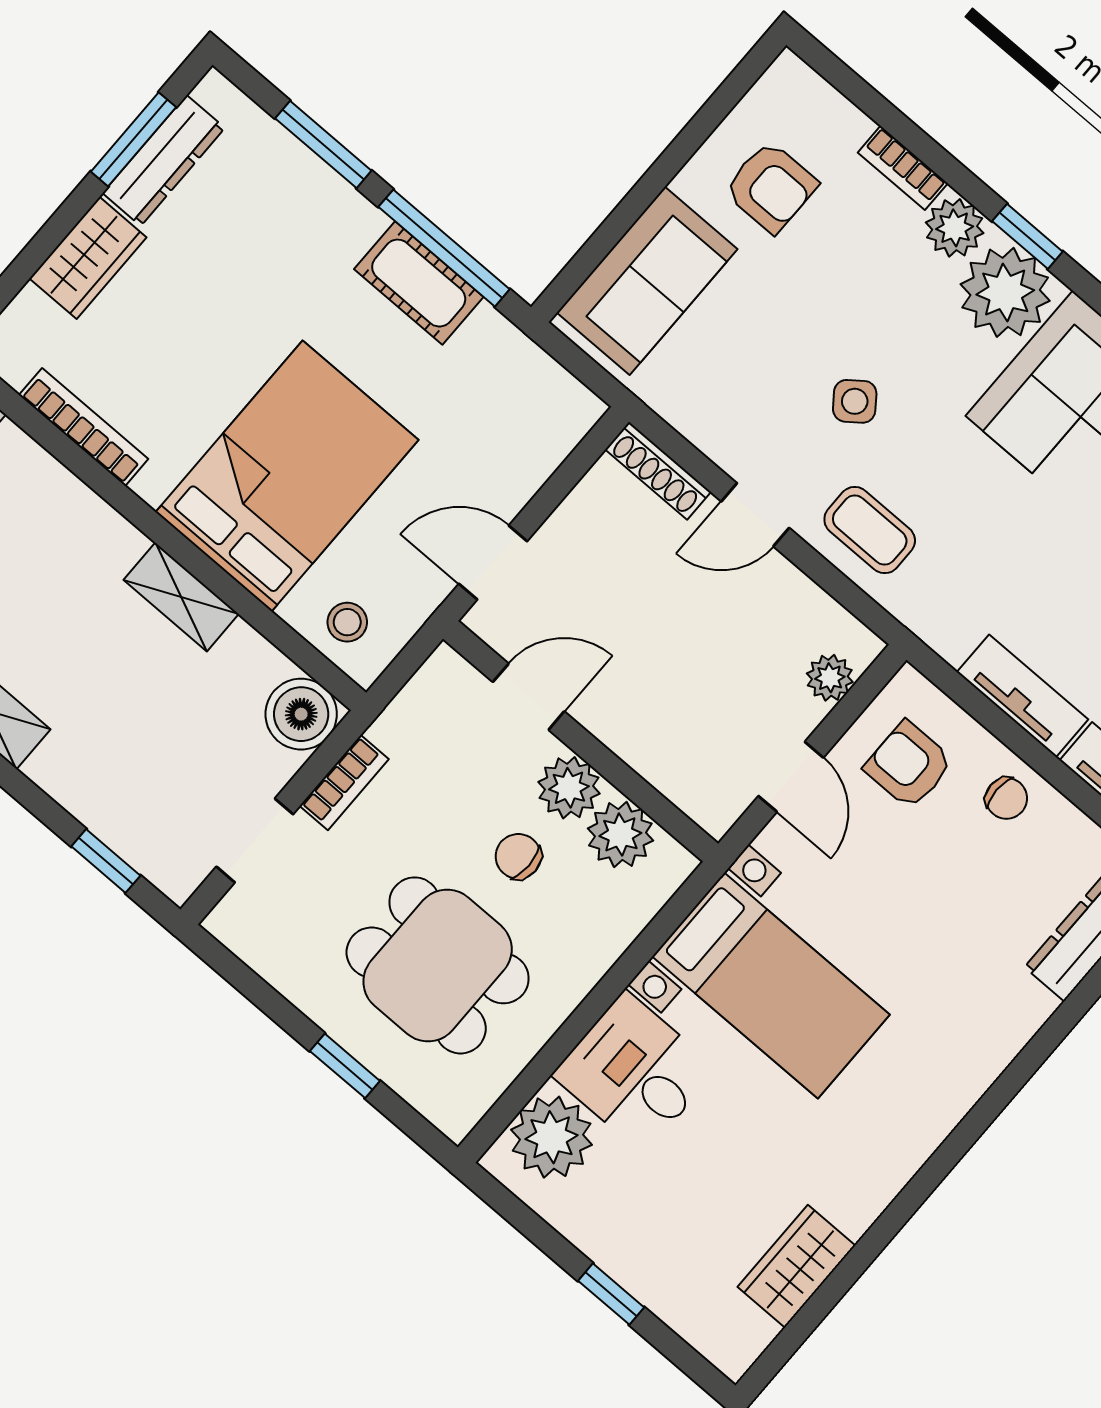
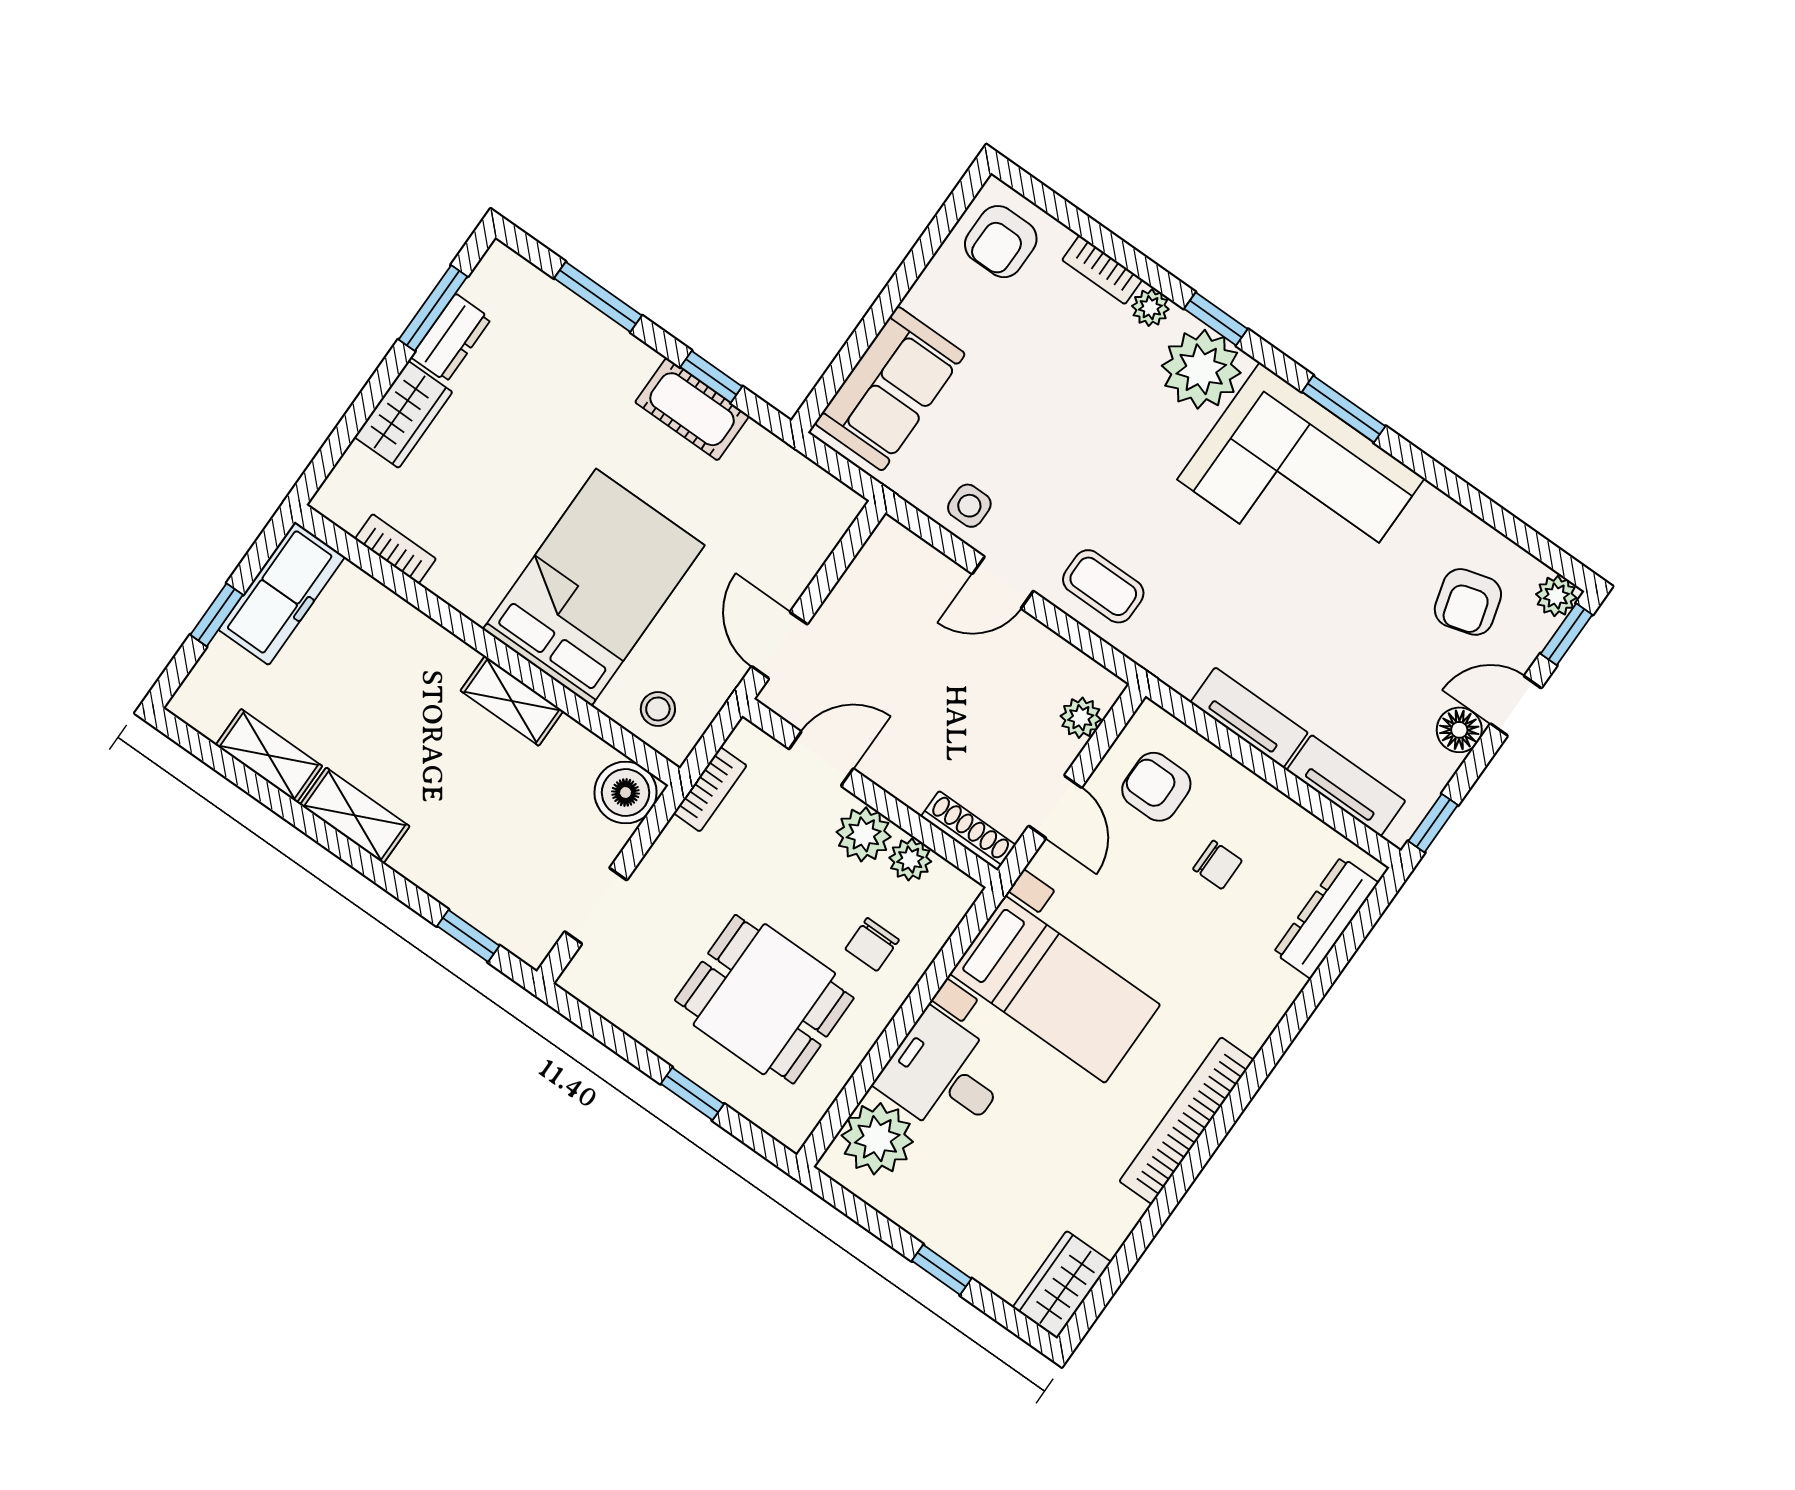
dresser: (164, 161) -> (451, 338), width x0.70
armchair: (771, 187) -> (1001, 242), moved, turned 90
plant: (955, 228) -> (1150, 308), width x0.73, depth x0.73
window: (444, 248) -> (711, 377), width x0.46
side table: (855, 401) -> (969, 506), moved, turned 37
bookcase: (84, 427) -> (395, 549), width x0.64
shoe rack: (658, 471) -> (968, 831), moved, turned 180
door: (493, 563) -> (779, 645), hinge flipped
bookcase: (344, 783) -> (710, 789), moved
chair: (1006, 798) -> (1217, 865), moved
plant: (620, 834) -> (910, 860), width x0.73, depth x0.73
chair: (518, 856) -> (872, 944), moved, turned -90
bookcase: (907, 1150) -> (1187, 1121), added
wardrobe: (796, 1266) -> (1062, 1285), moved

